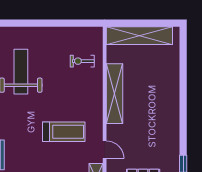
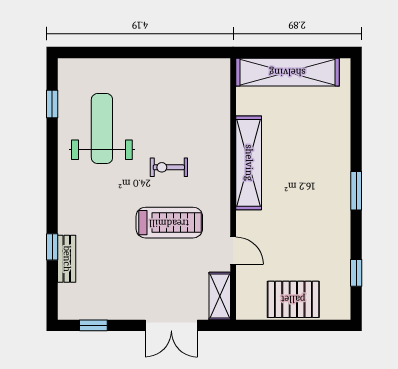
exercise bike: (82, 61) -> (169, 167), moved
window: (183, 111) -> (356, 191), added

